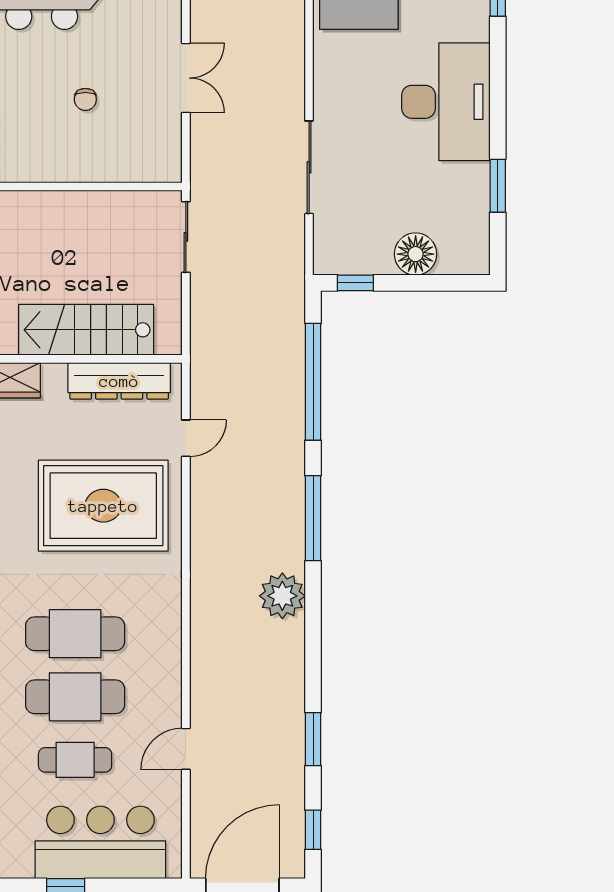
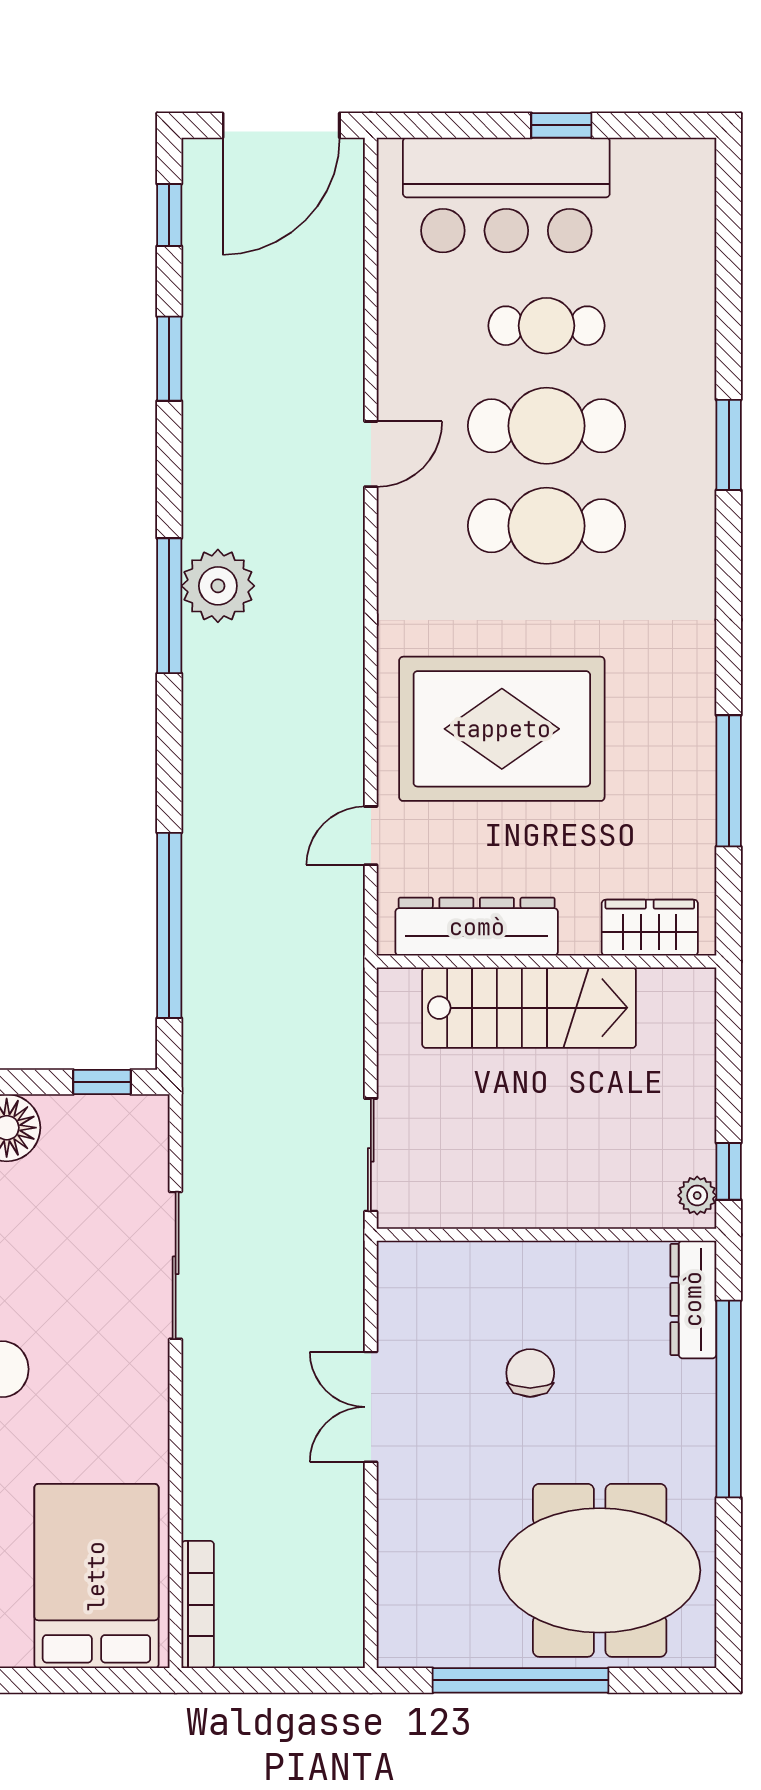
chair: (85, 99) -> (530, 1373), width x1.37, depth x1.37
window: (313, 518) -> (169, 606), moved
door: (186, 749) -> (371, 454), moved

